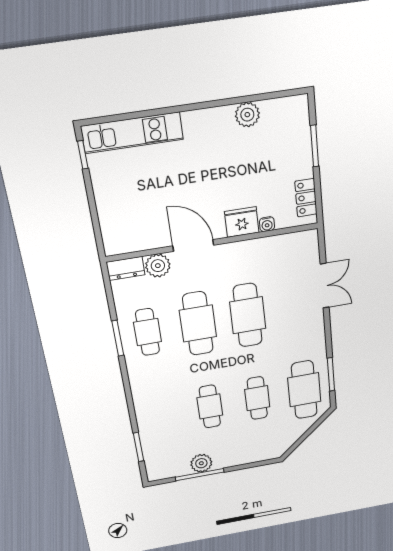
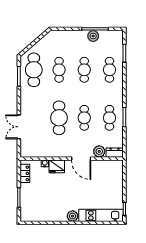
plant: (247, 115) -> (73, 216), moved
cafe table: (198, 324) -> (84, 118), width x0.73, depth x0.74
cafe table: (162, 415) -> (109, 70), added

